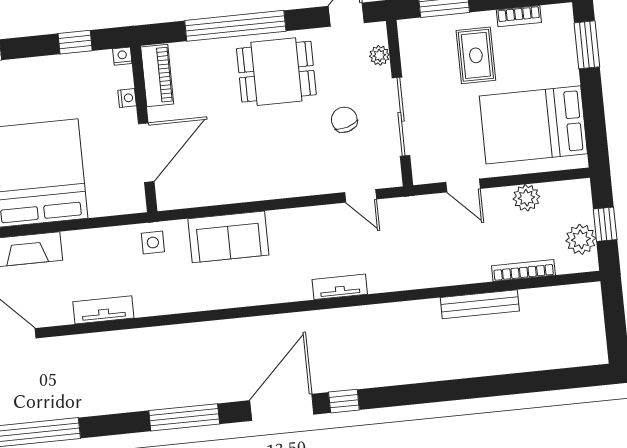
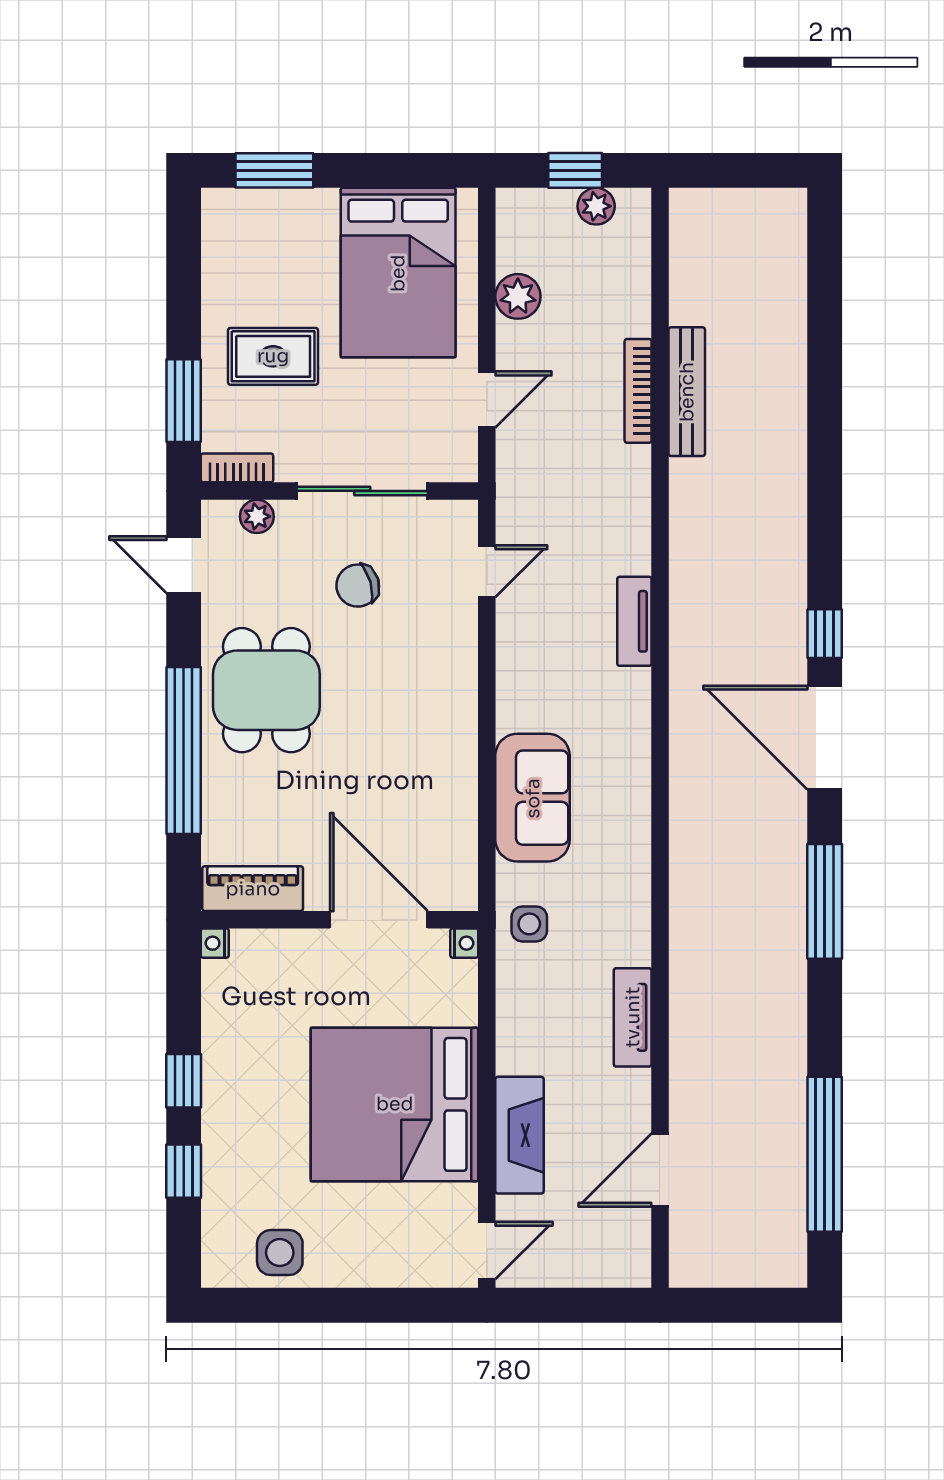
bookcase: (519, 16) -> (237, 468), moved, turned -90
window: (75, 42) -> (184, 1081), moved
nightstand: (127, 98) -> (464, 943), moved, turned 90
plant: (581, 239) -> (596, 206), width x0.73, depth x0.73
bookcase: (523, 270) -> (638, 391), moved

